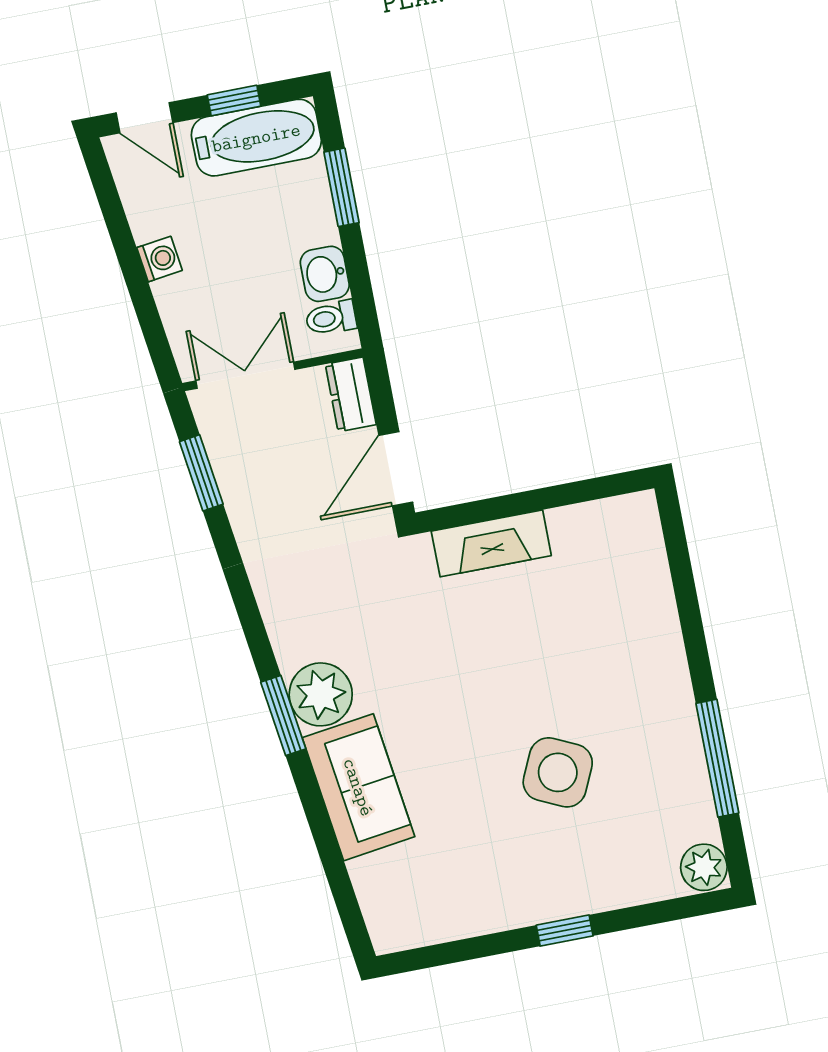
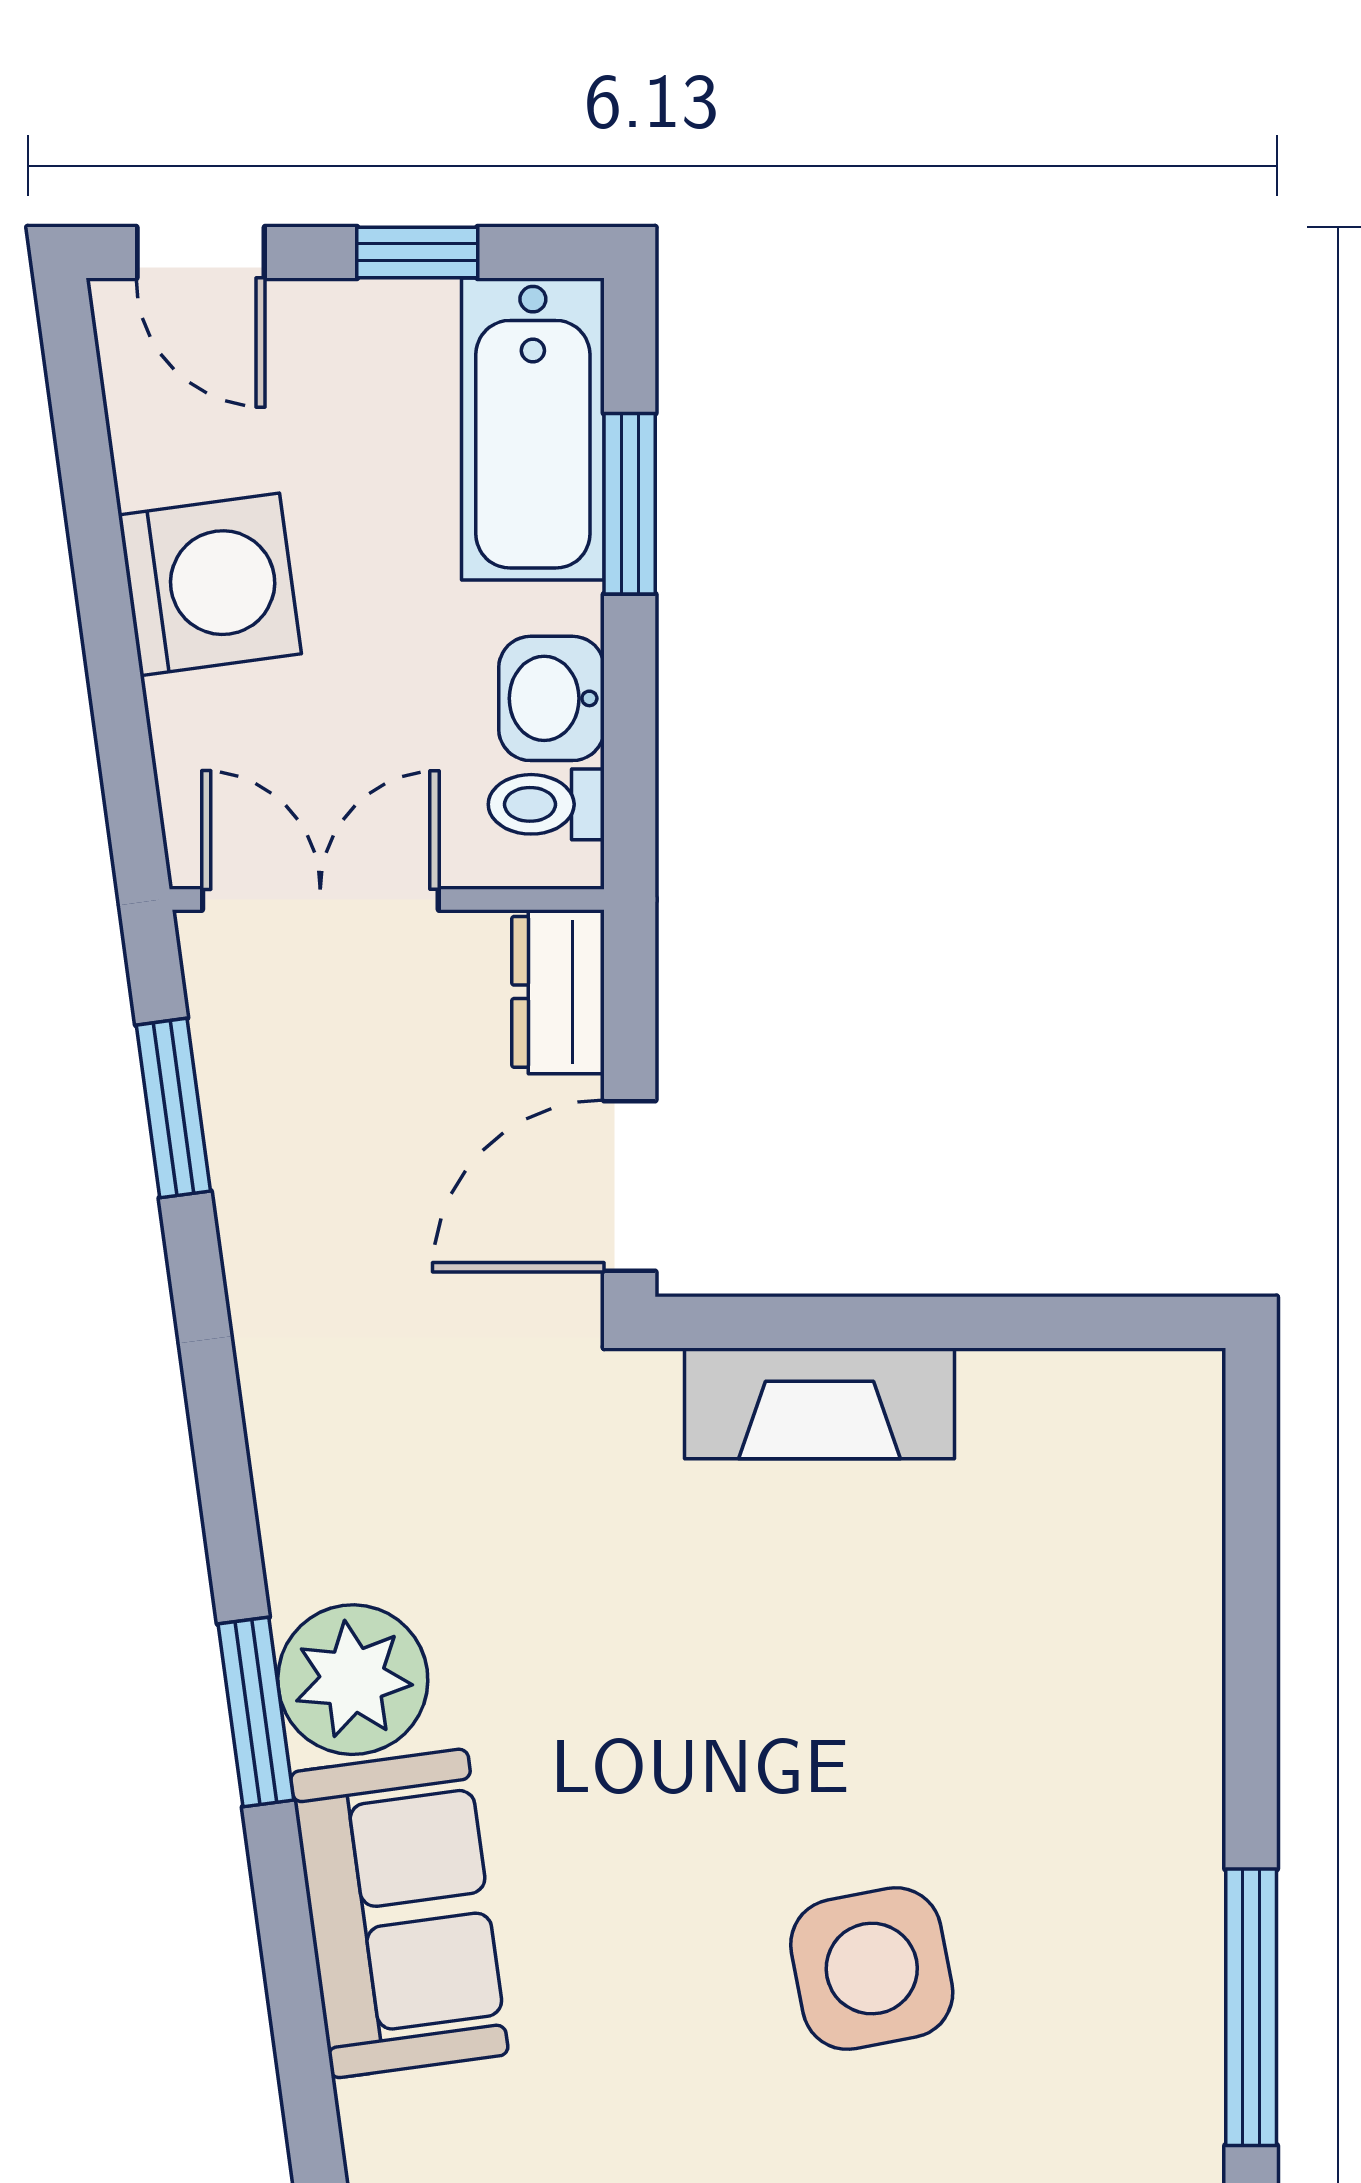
bathtub: (256, 138) -> (533, 429), moved, turned 90
washing machine: (159, 259) -> (210, 584), width x1.89, depth x1.89
side table: (558, 772) -> (872, 1969), turned -36

